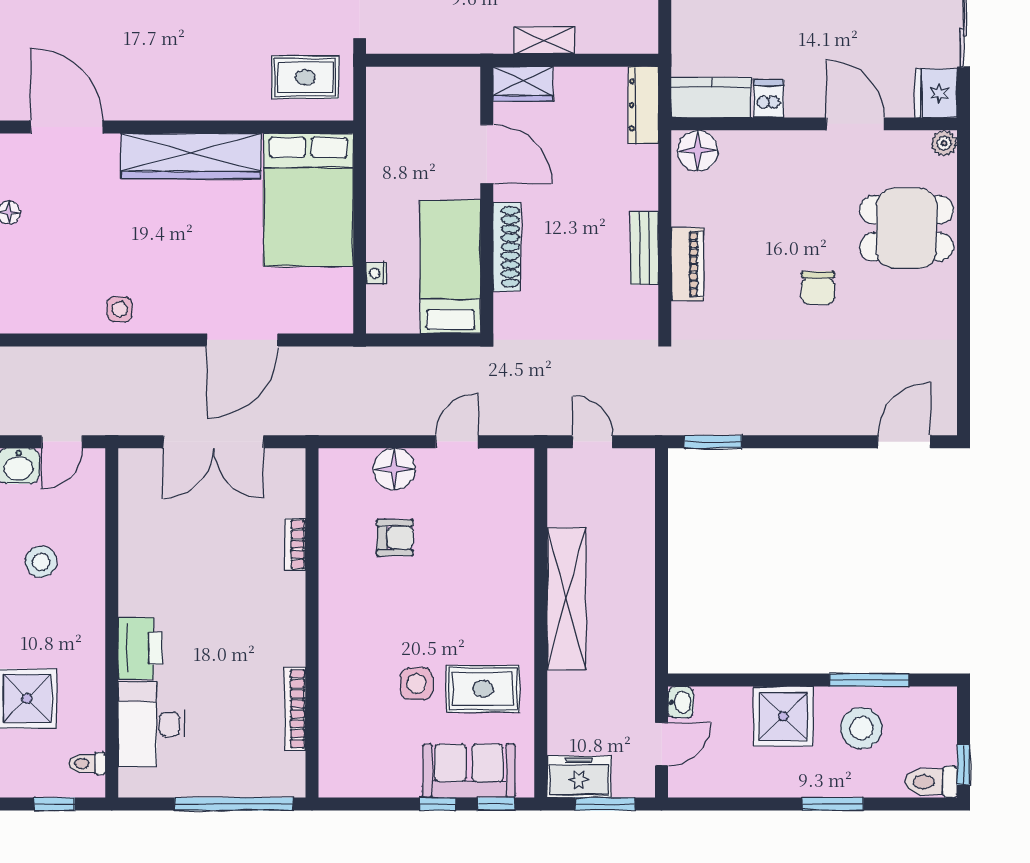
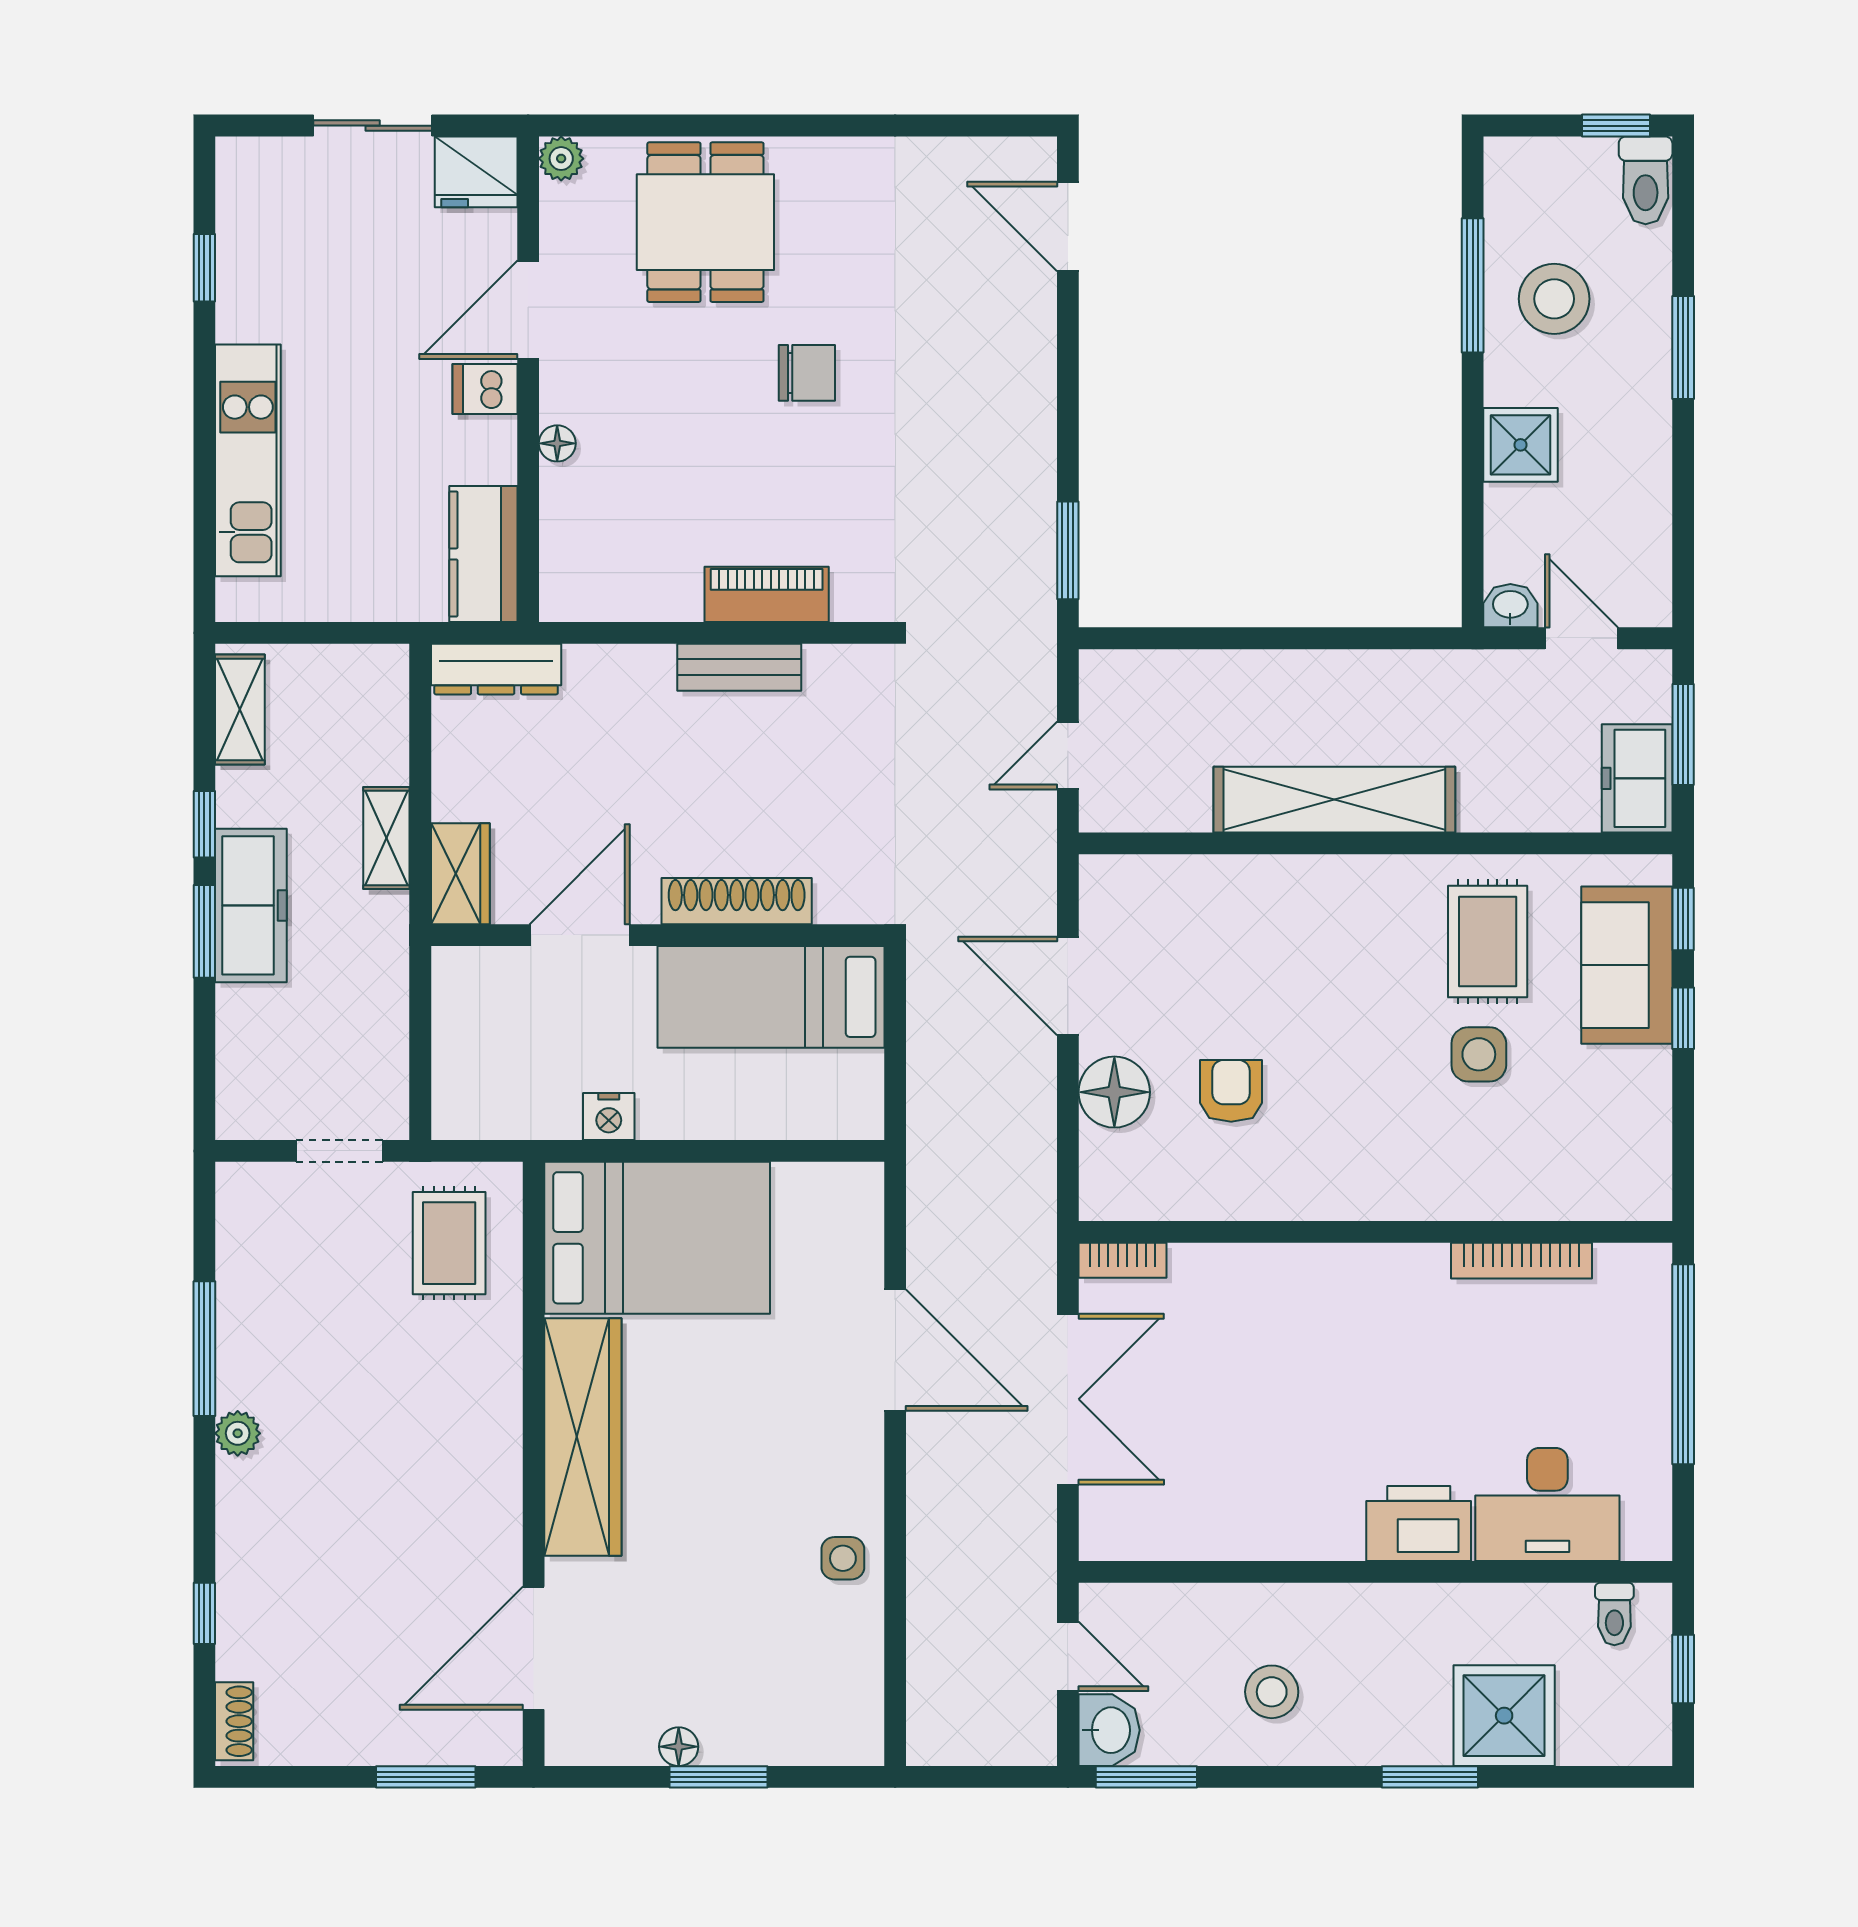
dishwasher: (769, 98) -> (485, 389), moved
floor lamp: (698, 151) -> (557, 443), moved, width x0.53, depth x0.53
nightstand: (376, 273) -> (609, 1117), moved, width x1.39, depth x1.35
door: (457, 442) -> (1068, 986), width x1.37
bookcase: (295, 544) -> (1123, 1260), moved
shower: (783, 716) -> (1521, 445), width x0.73, depth x0.73

